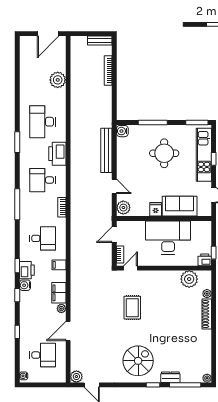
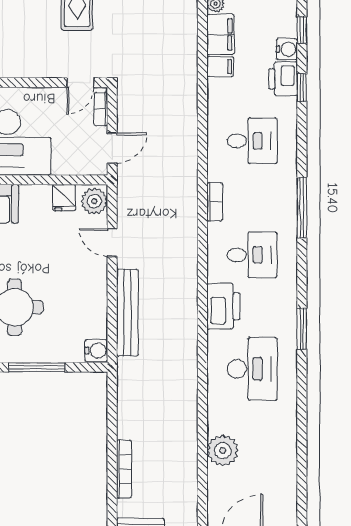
fridge: (156, 209) -> (64, 198), moved
desk: (43, 238) -> (252, 141), turned 180
filing cabinet: (59, 265) -> (220, 67), moved

